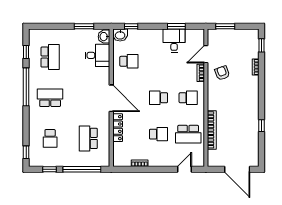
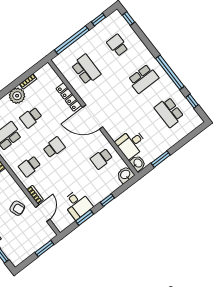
window: (131, 26) -> (107, 200), moved
plant: (156, 159) -> (17, 96), added

